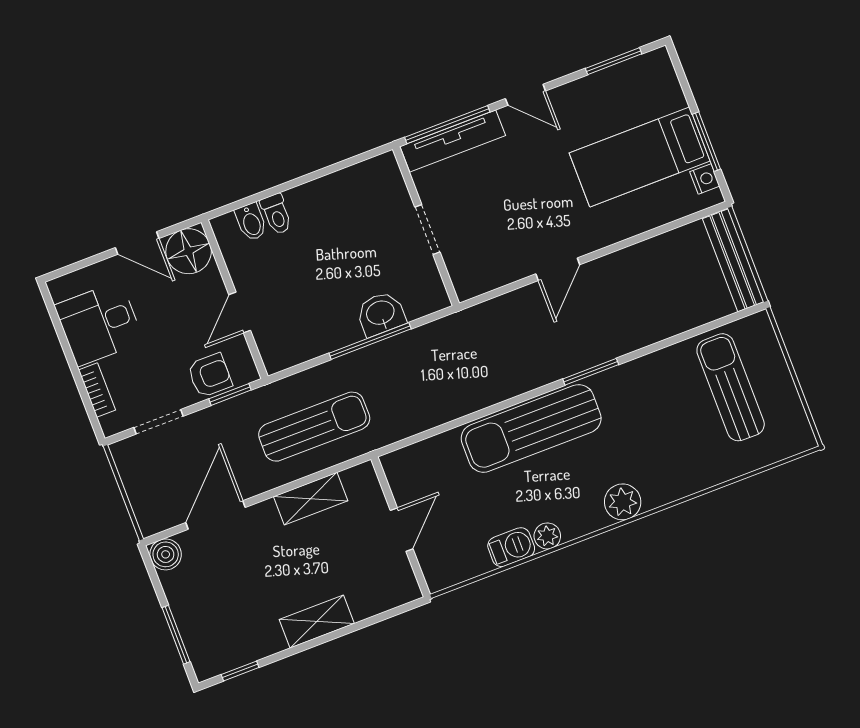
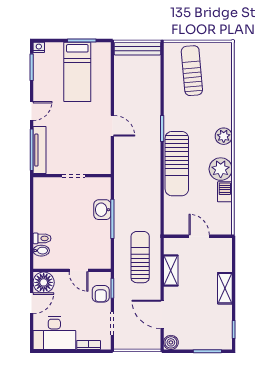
nightstand: (705, 179) -> (39, 47), moved
desk: (99, 323) -> (54, 333), width x1.37
armchair: (210, 375) -> (101, 294), turned 180
sun lounger: (731, 387) -> (192, 71), turned 85
plant: (547, 536) -> (221, 169), width x1.88, depth x1.88

